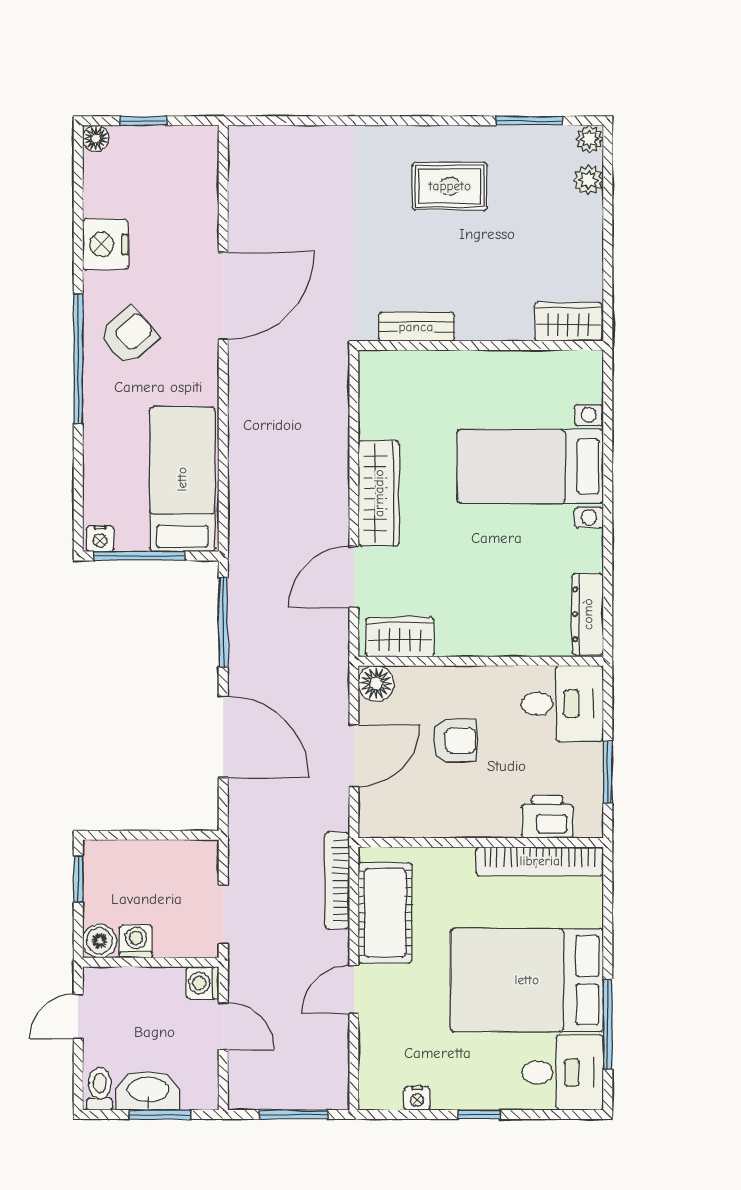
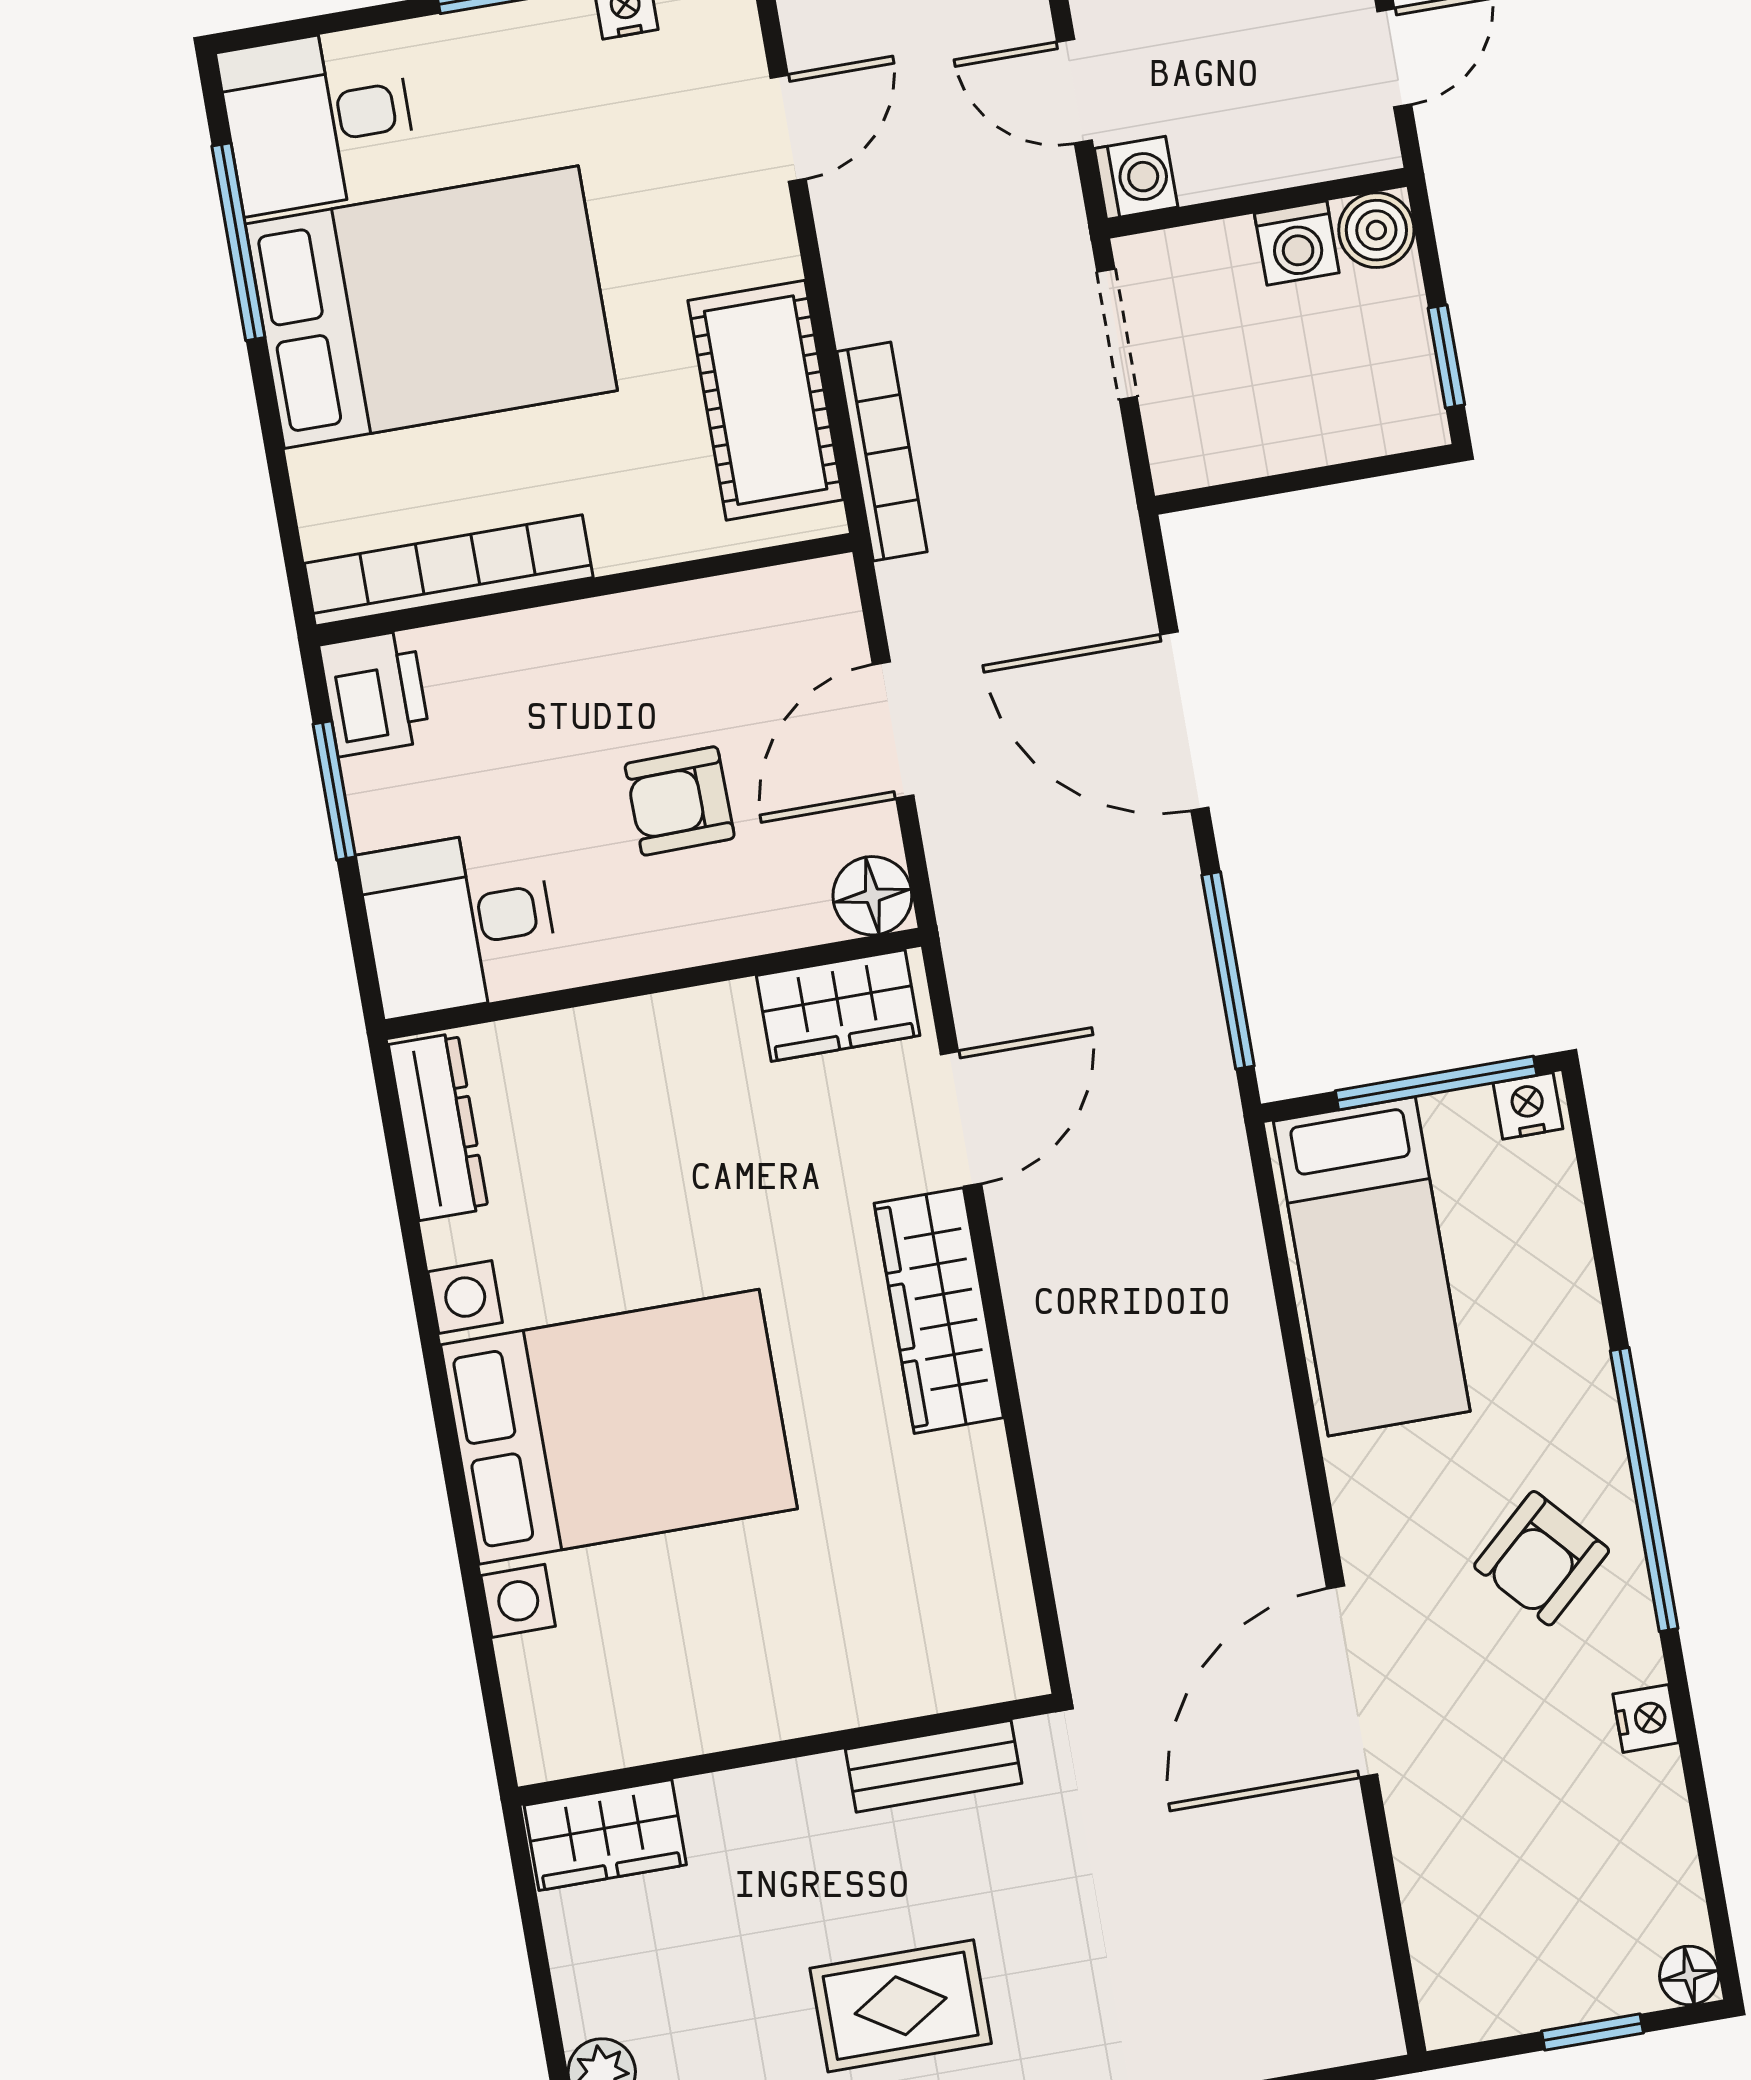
nightstand: (105, 244) -> (1646, 1718), width x0.53, depth x0.56
wardrobe: (568, 322) -> (605, 1835), moved
bench: (416, 327) -> (934, 1766), moved
wall: (481, 346) -> (786, 1750), moved
bed with nightstands: (530, 466) -> (619, 1427), width x1.36
printer: (547, 817) -> (375, 693), moved, turned -90
door: (354, 990) -> (788, 128), moved

